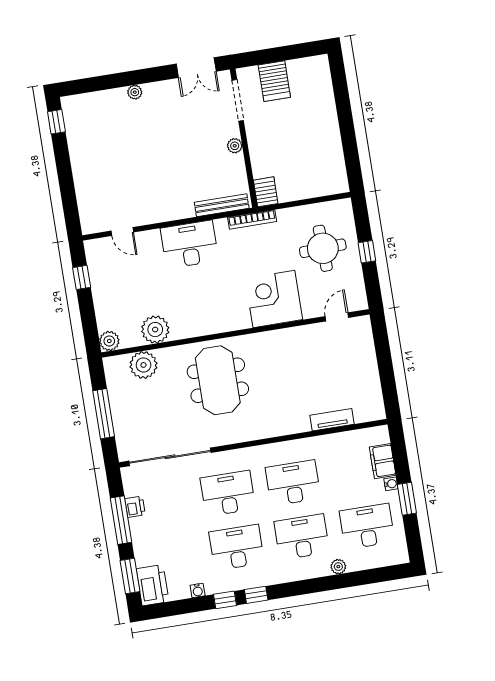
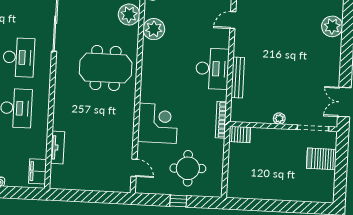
plant: (135, 92) -> (332, 26), moved, width x1.88, depth x1.88
bench: (222, 205) -> (238, 78), moved
filing cabinet: (383, 461) -> (38, 171), moved, turned -90

